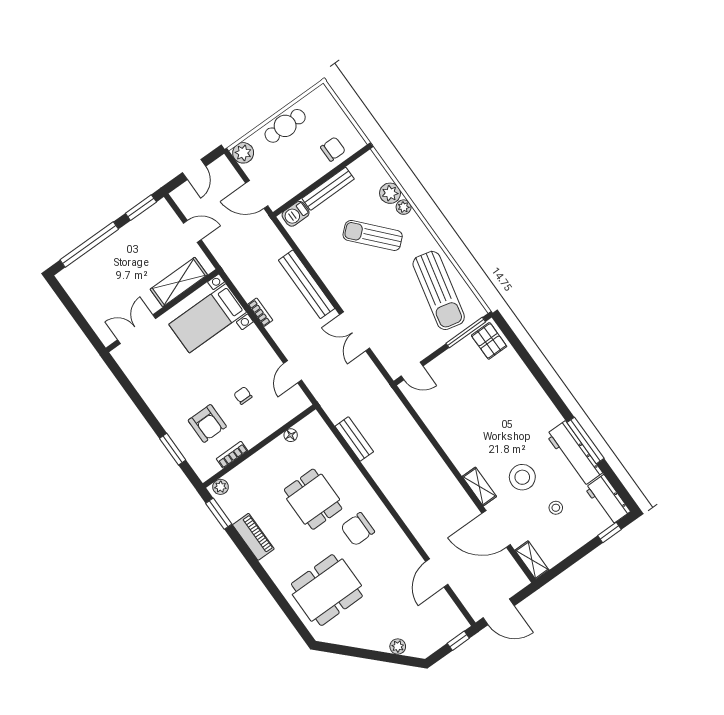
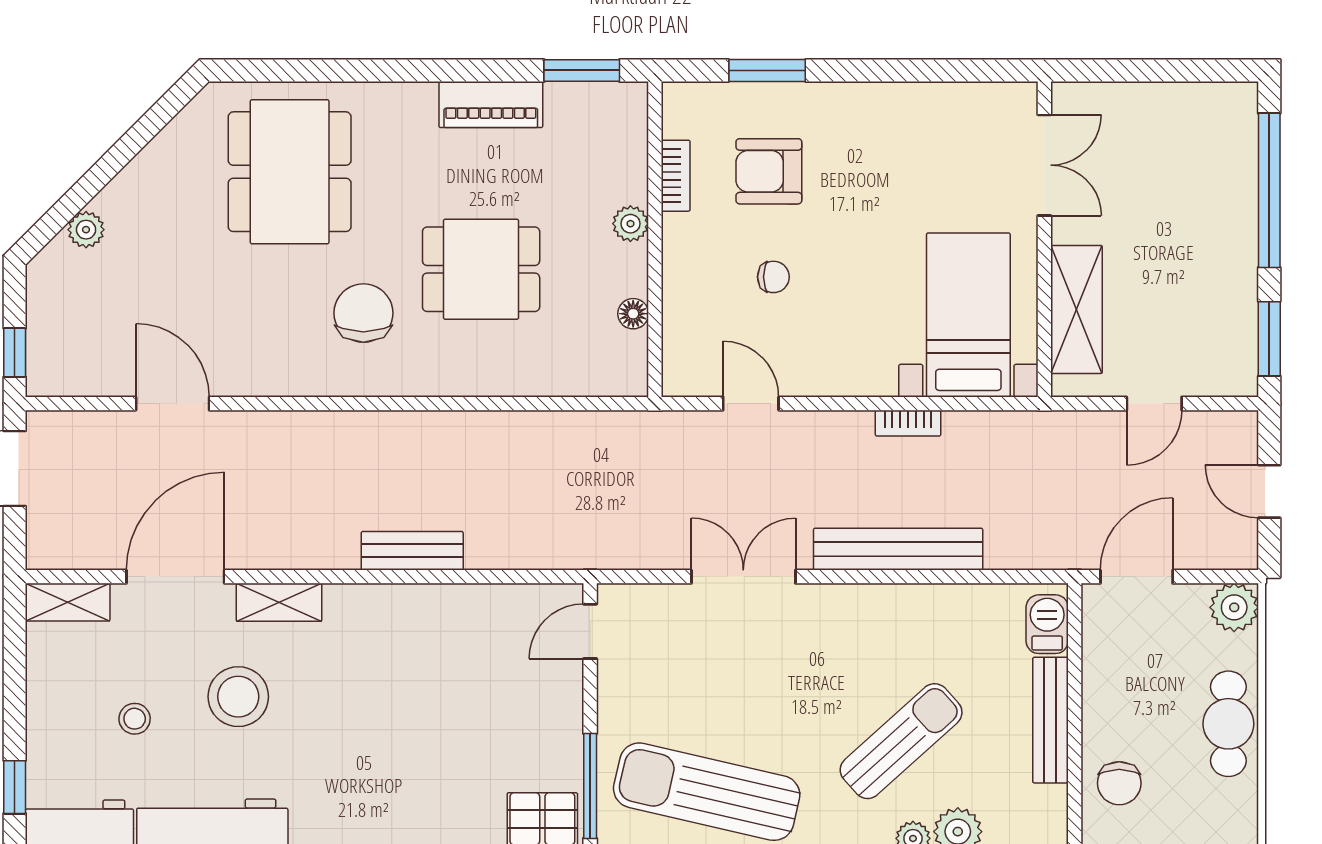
bench: (354, 439) -> (412, 551), moved
plant: (220, 487) -> (630, 224), moved

